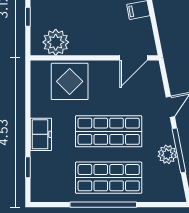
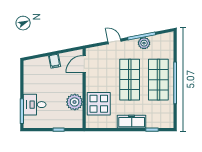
plant: (56, 42) -> (75, 102), moved
door: (134, 58) -> (84, 64), swing flipped
freezer: (41, 134) -> (132, 122), width x1.40

